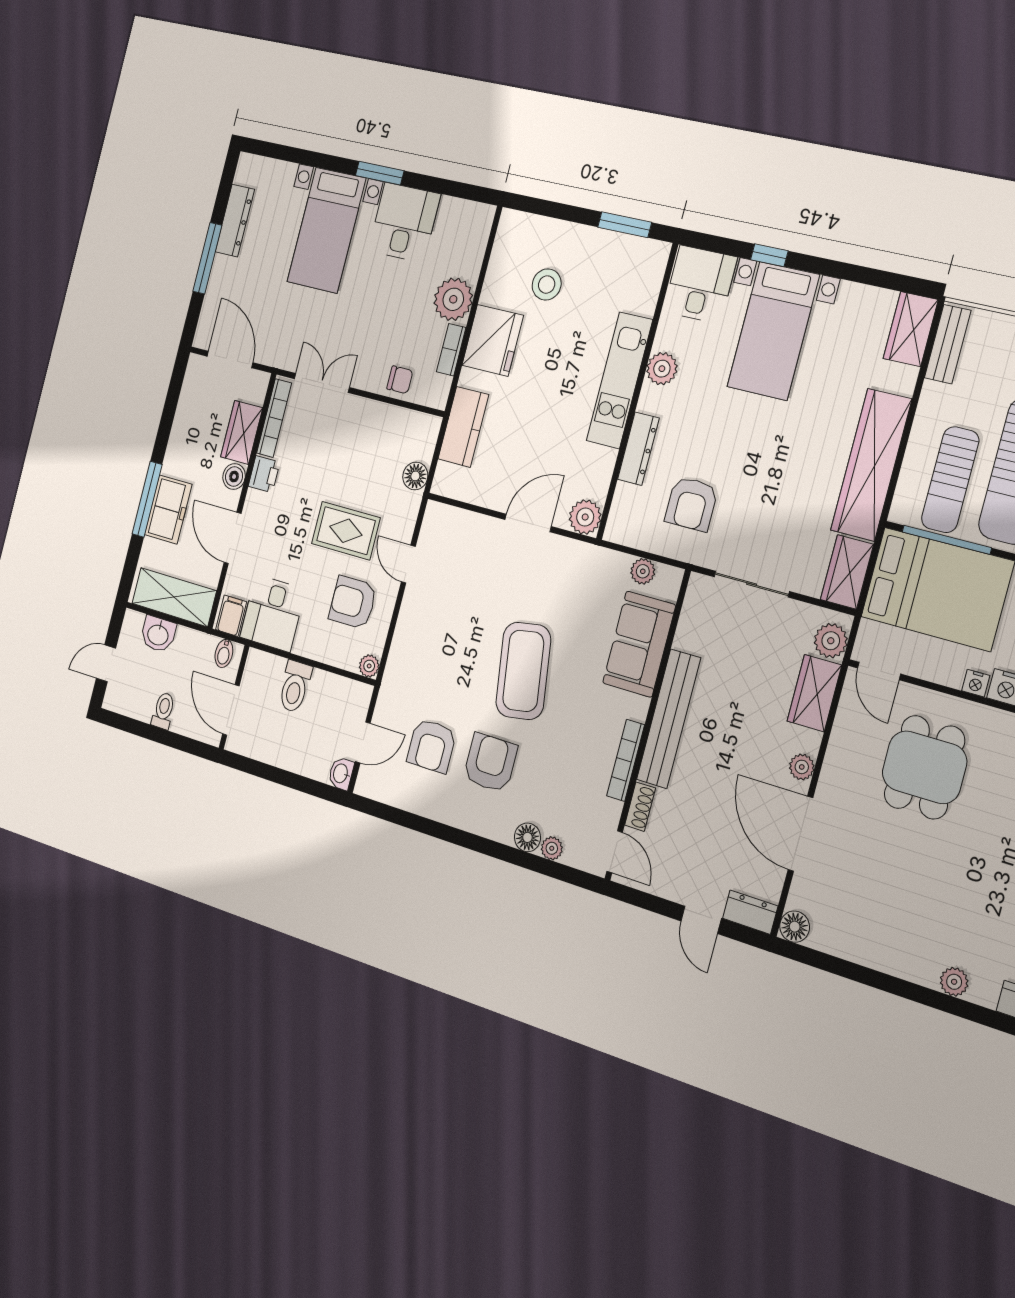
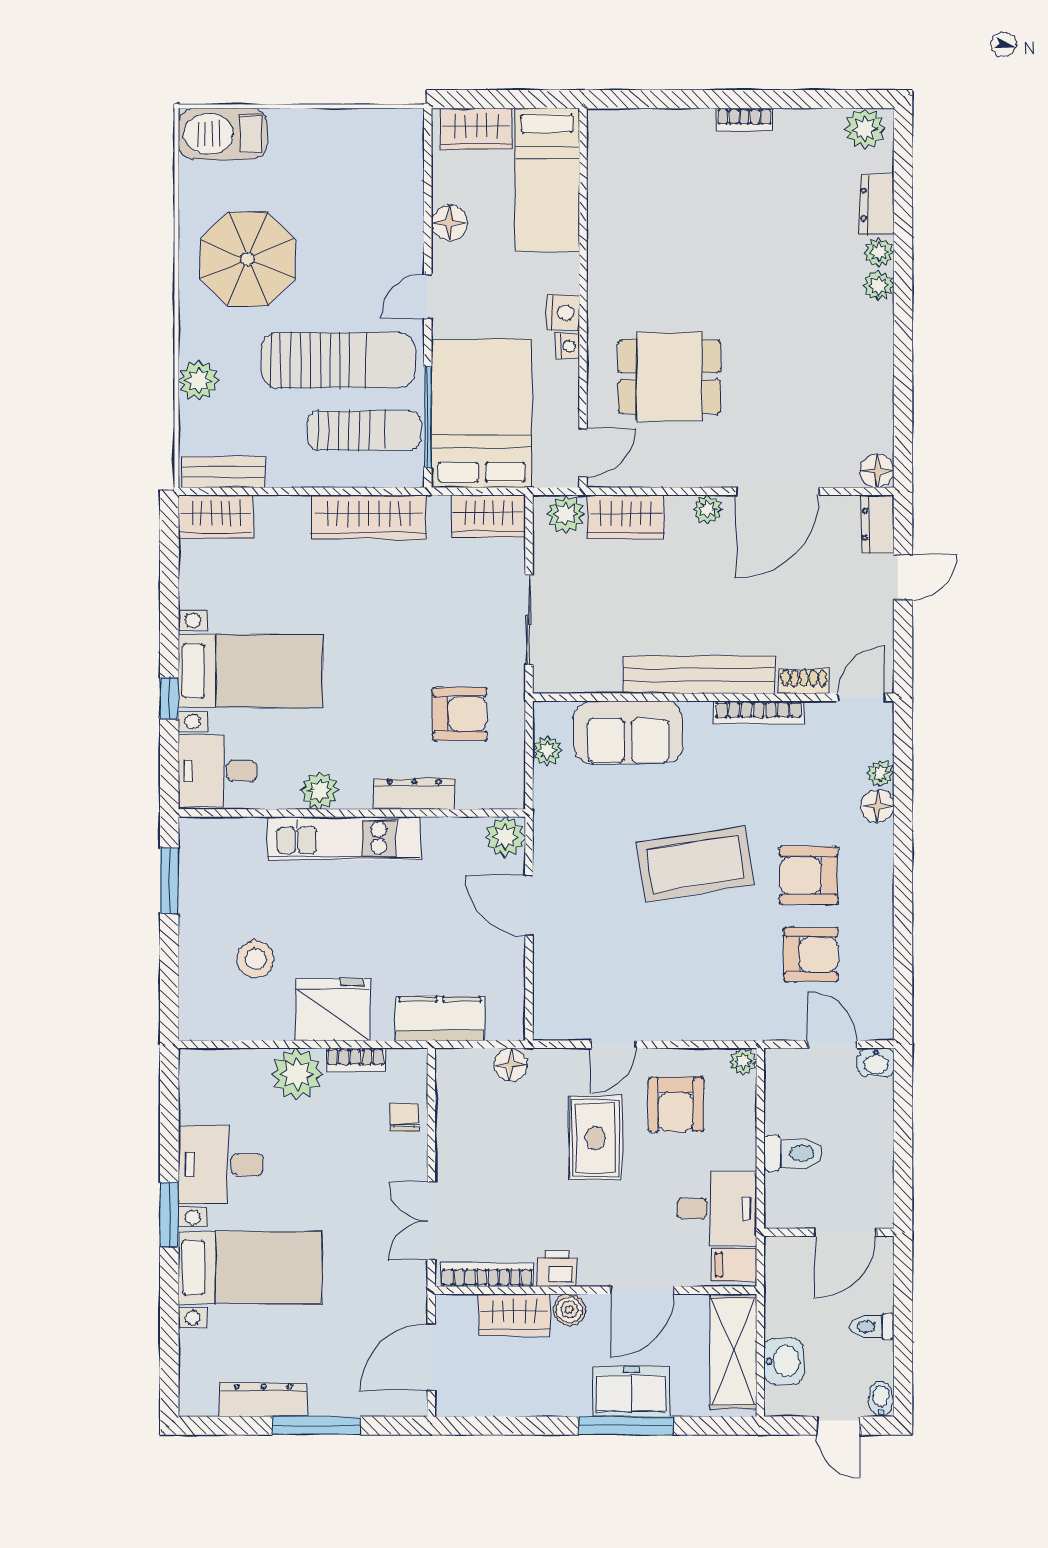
wardrobe: (871, 465) -> (369, 517), width x0.71, depth x0.85
bidet: (224, 653) -> (881, 1399), moved, turned -90
plant: (984, 992) -> (879, 252), added

